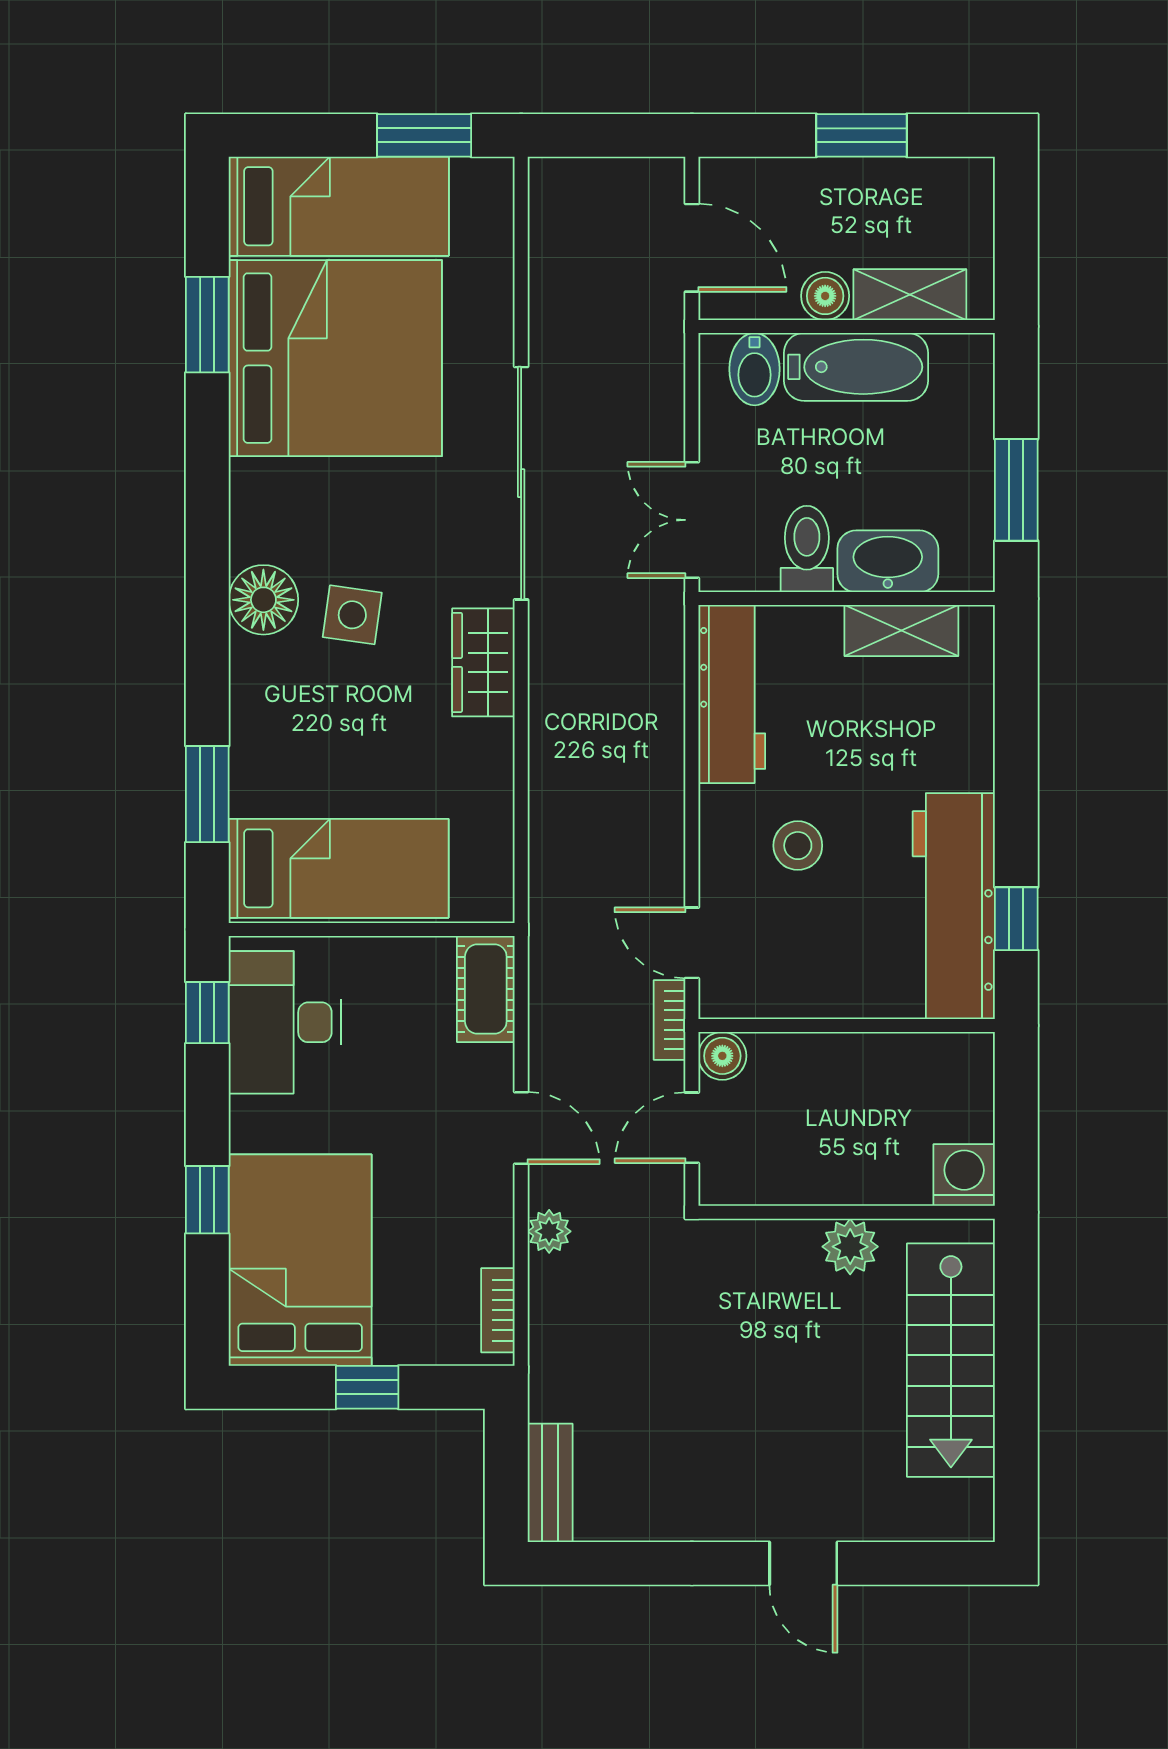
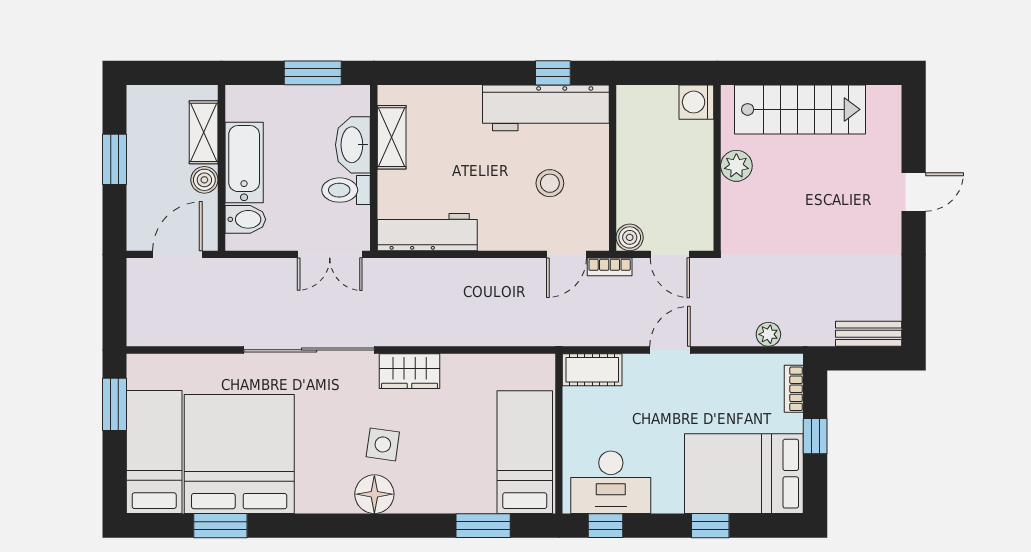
stool: (798, 846) -> (550, 183), moved
plant: (549, 1231) -> (768, 334), moved
bookcase: (498, 1310) -> (794, 389), moved, turned 90

